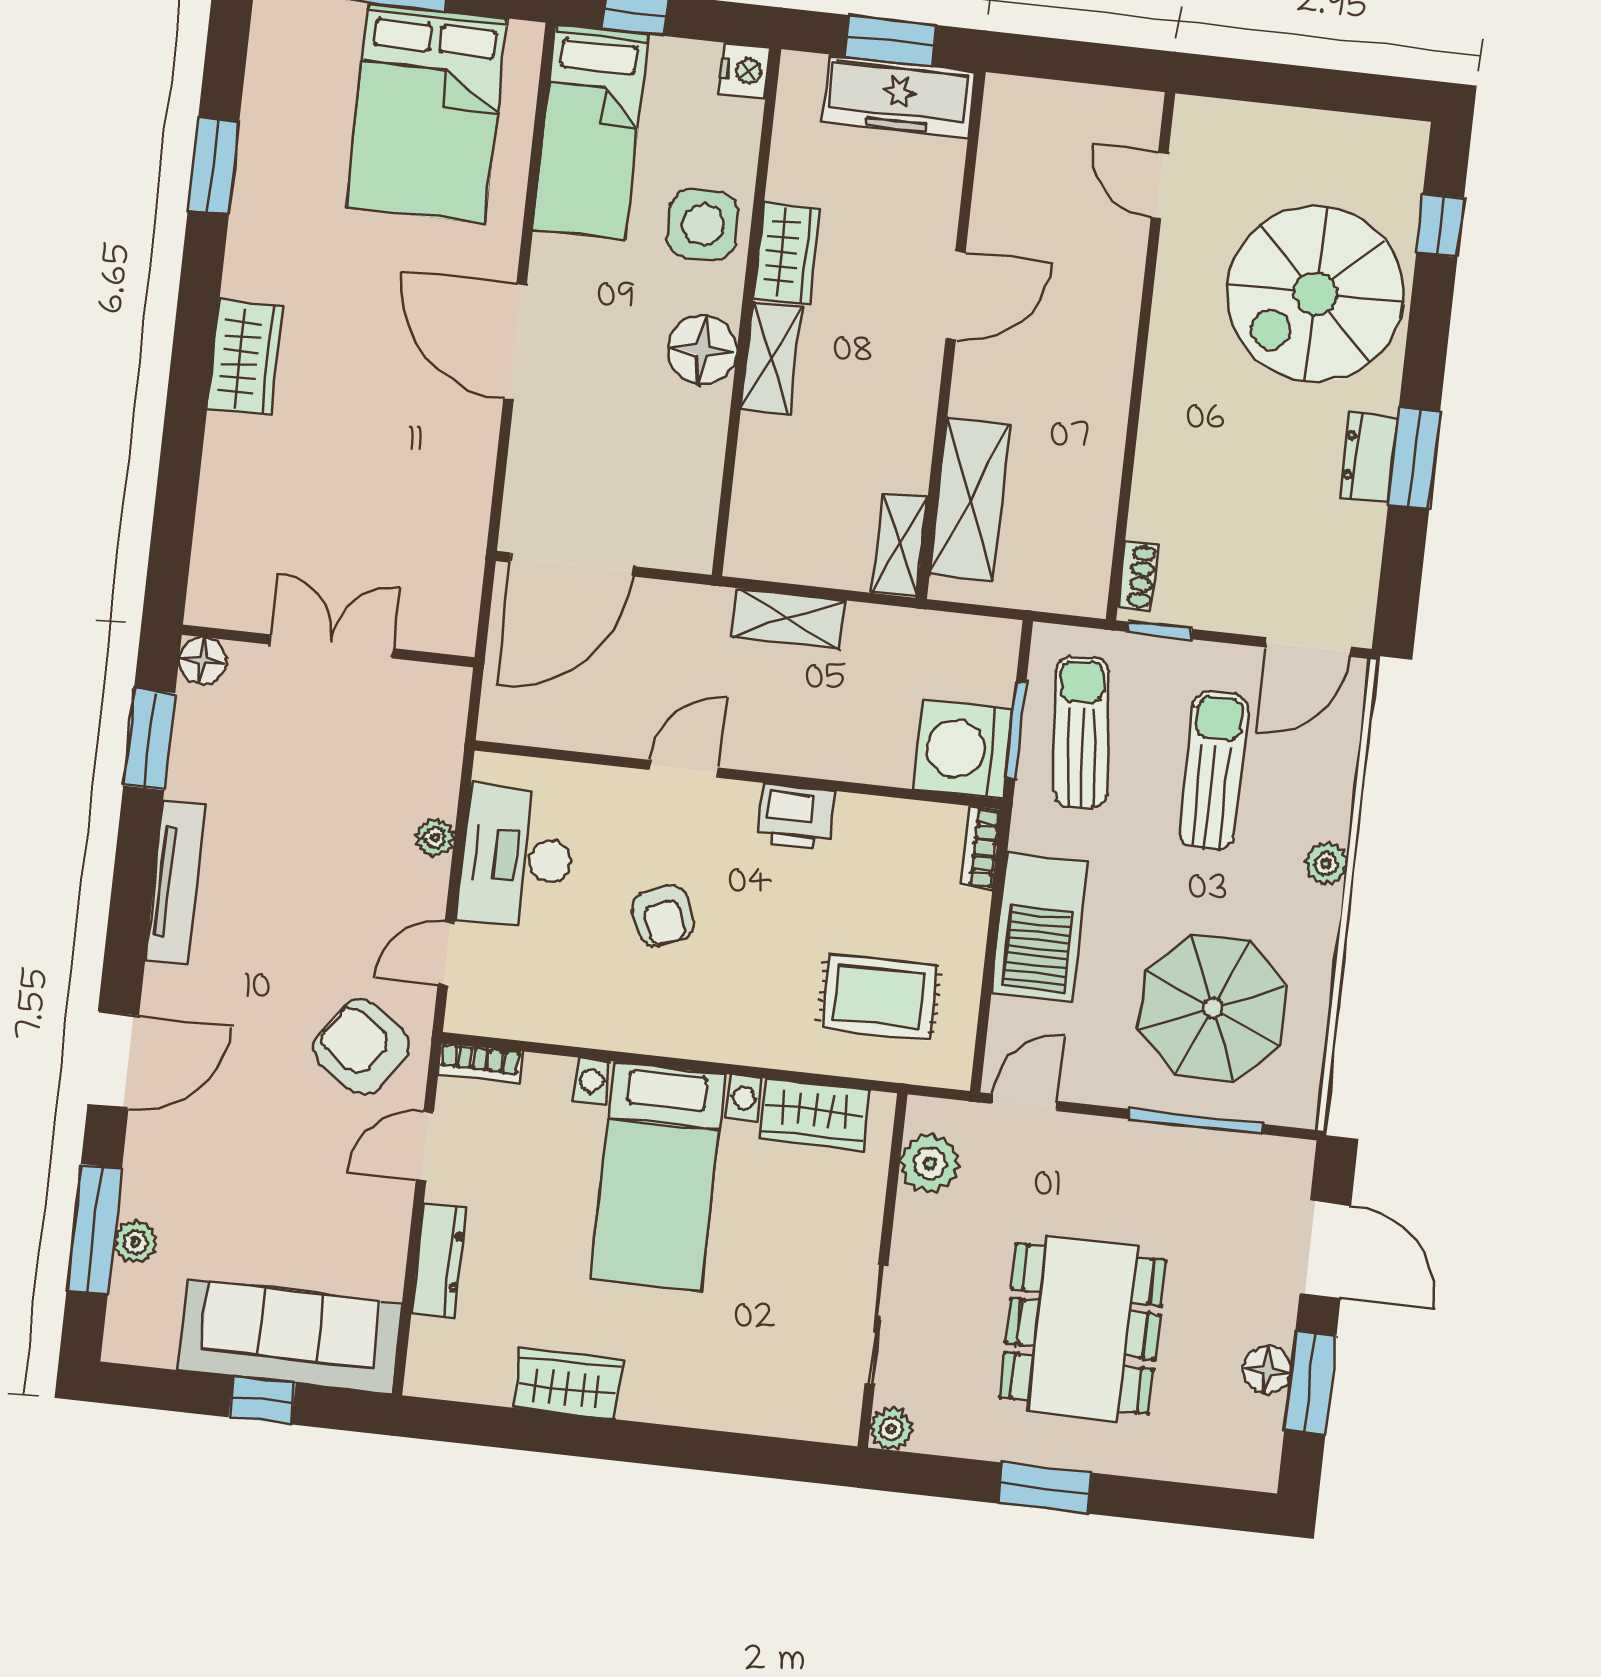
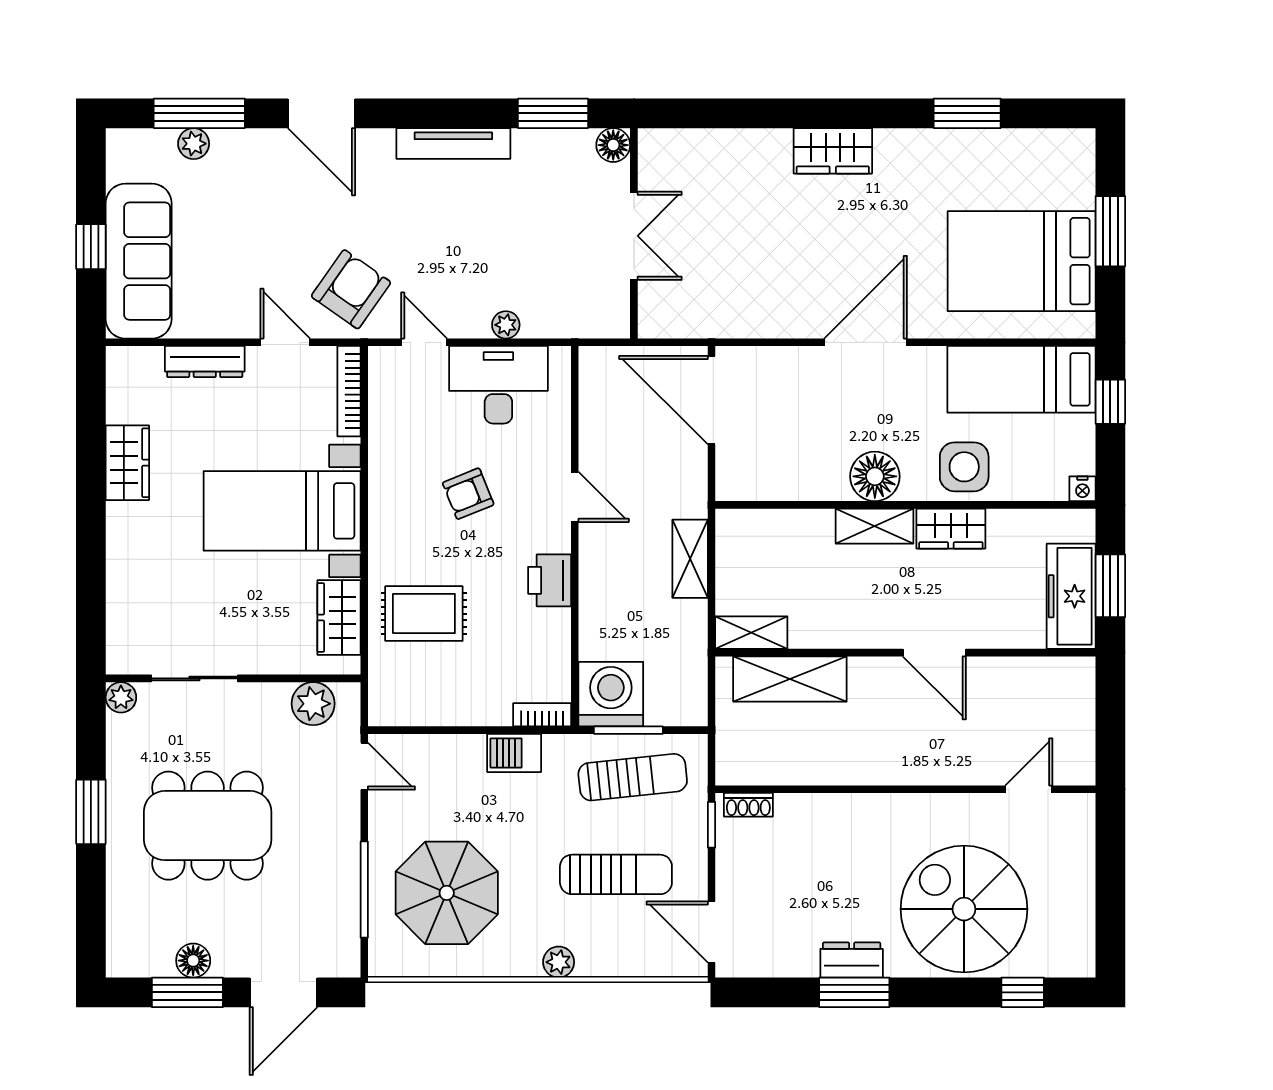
nightstand: (745, 71) -> (1082, 489), width x0.72, depth x0.74
barbecue: (1040, 927) -> (514, 753), width x0.53, depth x0.65
rug: (879, 997) -> (424, 614), moved, turned 90
bookcase: (480, 1063) -> (349, 391), width x1.56

